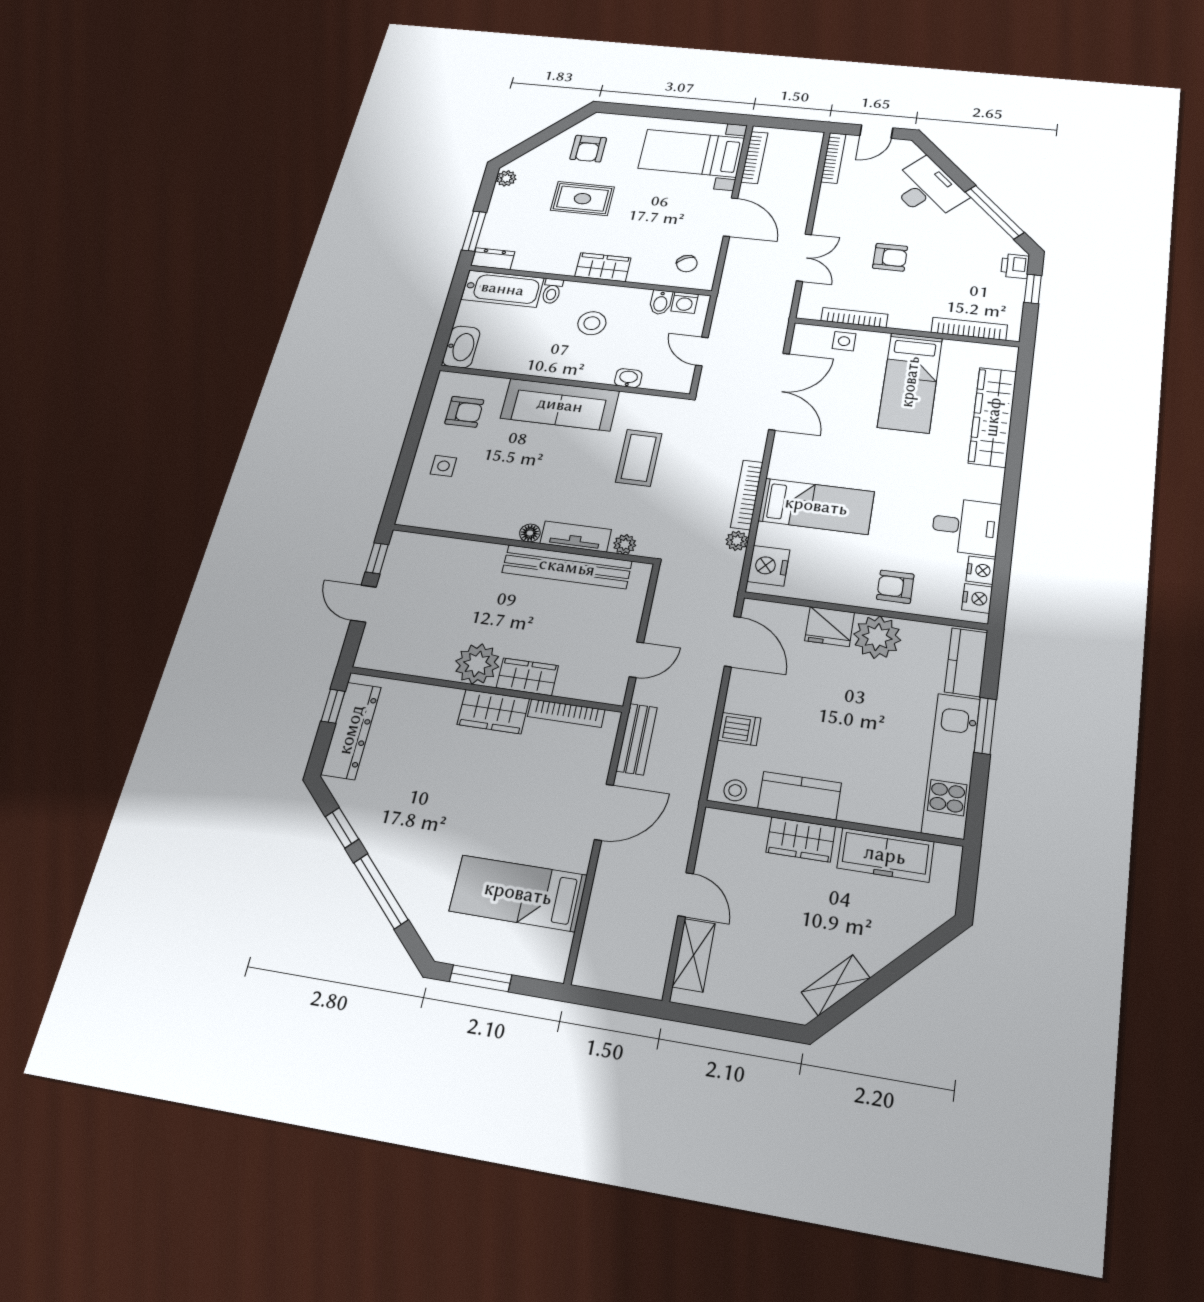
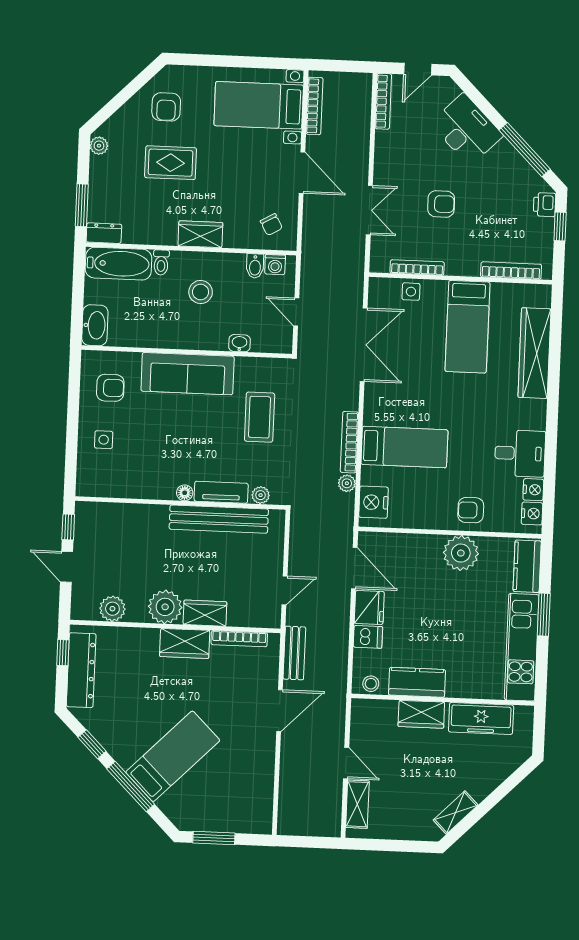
fridge: (830, 626) -> (369, 607), moved, turned -90
plant: (409, 659) -> (112, 609), added
bed: (518, 893) -> (173, 756), moved, turned 135

